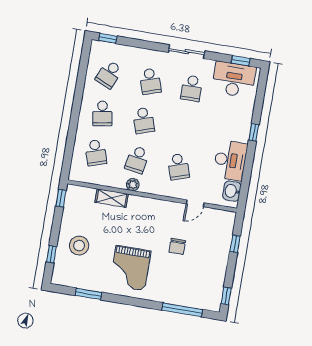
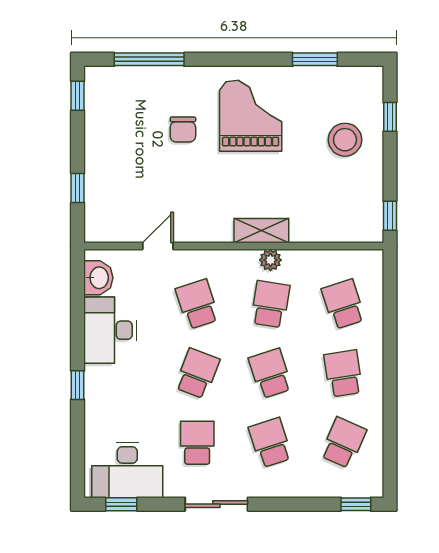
school desk: (185, 127) -> (197, 373), added
shelving: (112, 198) -> (261, 231), moved
chair: (177, 246) -> (183, 129), moved, turned 180

